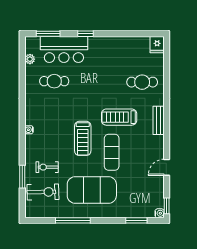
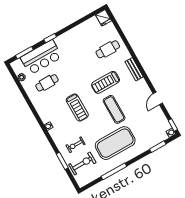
treadmill: (83, 138) -> (77, 108), moved

